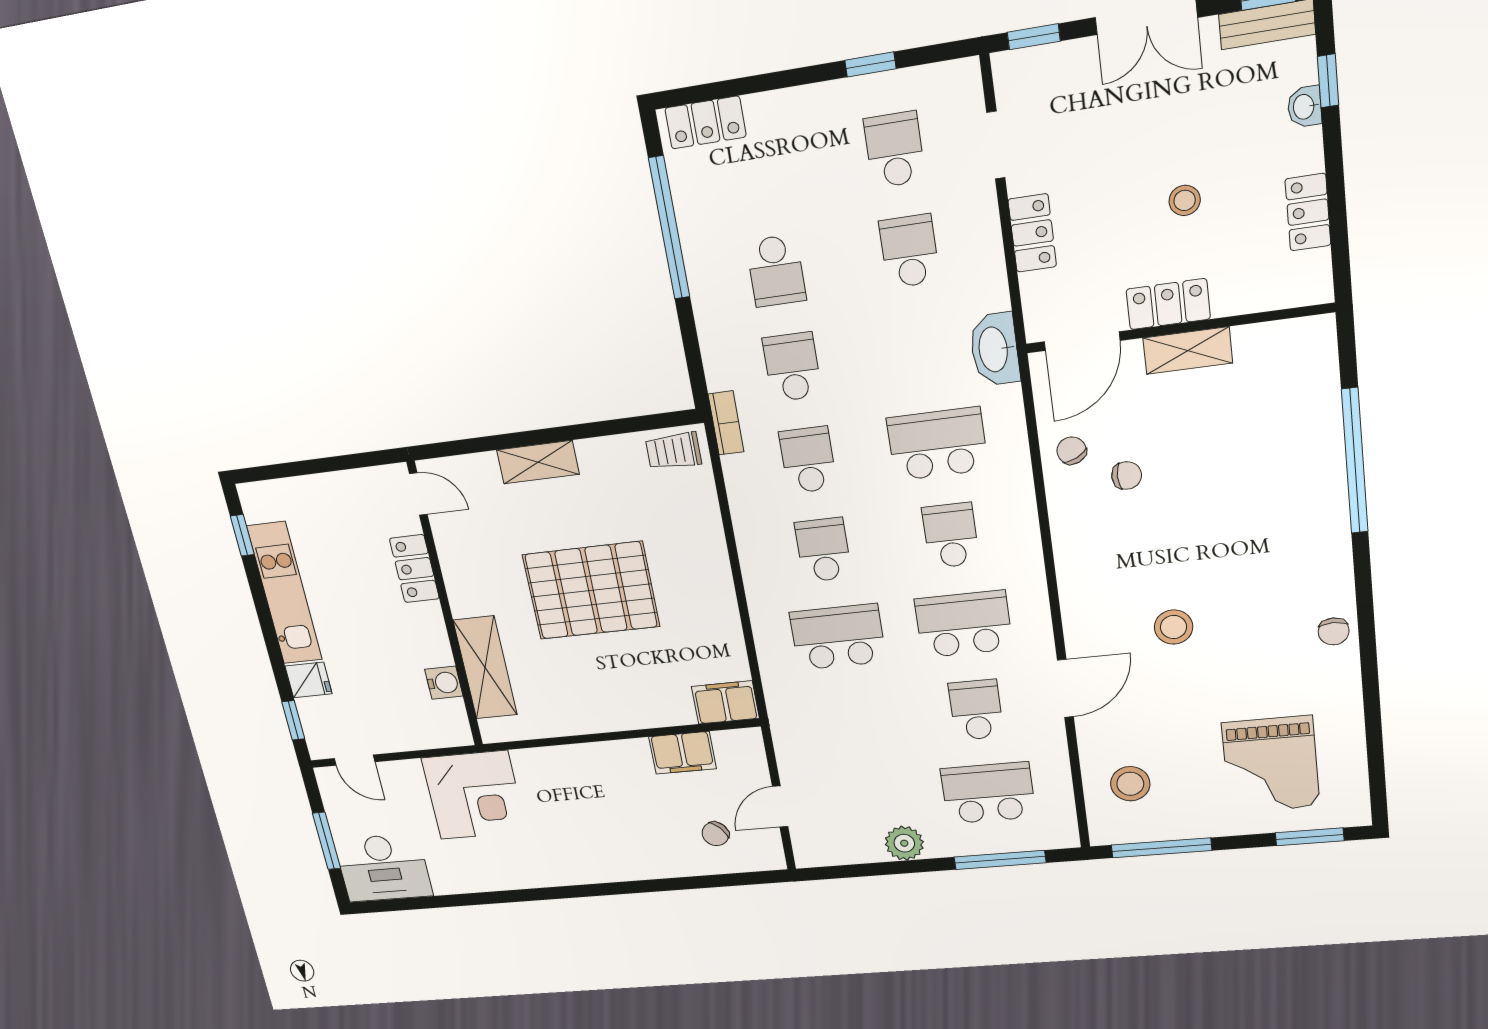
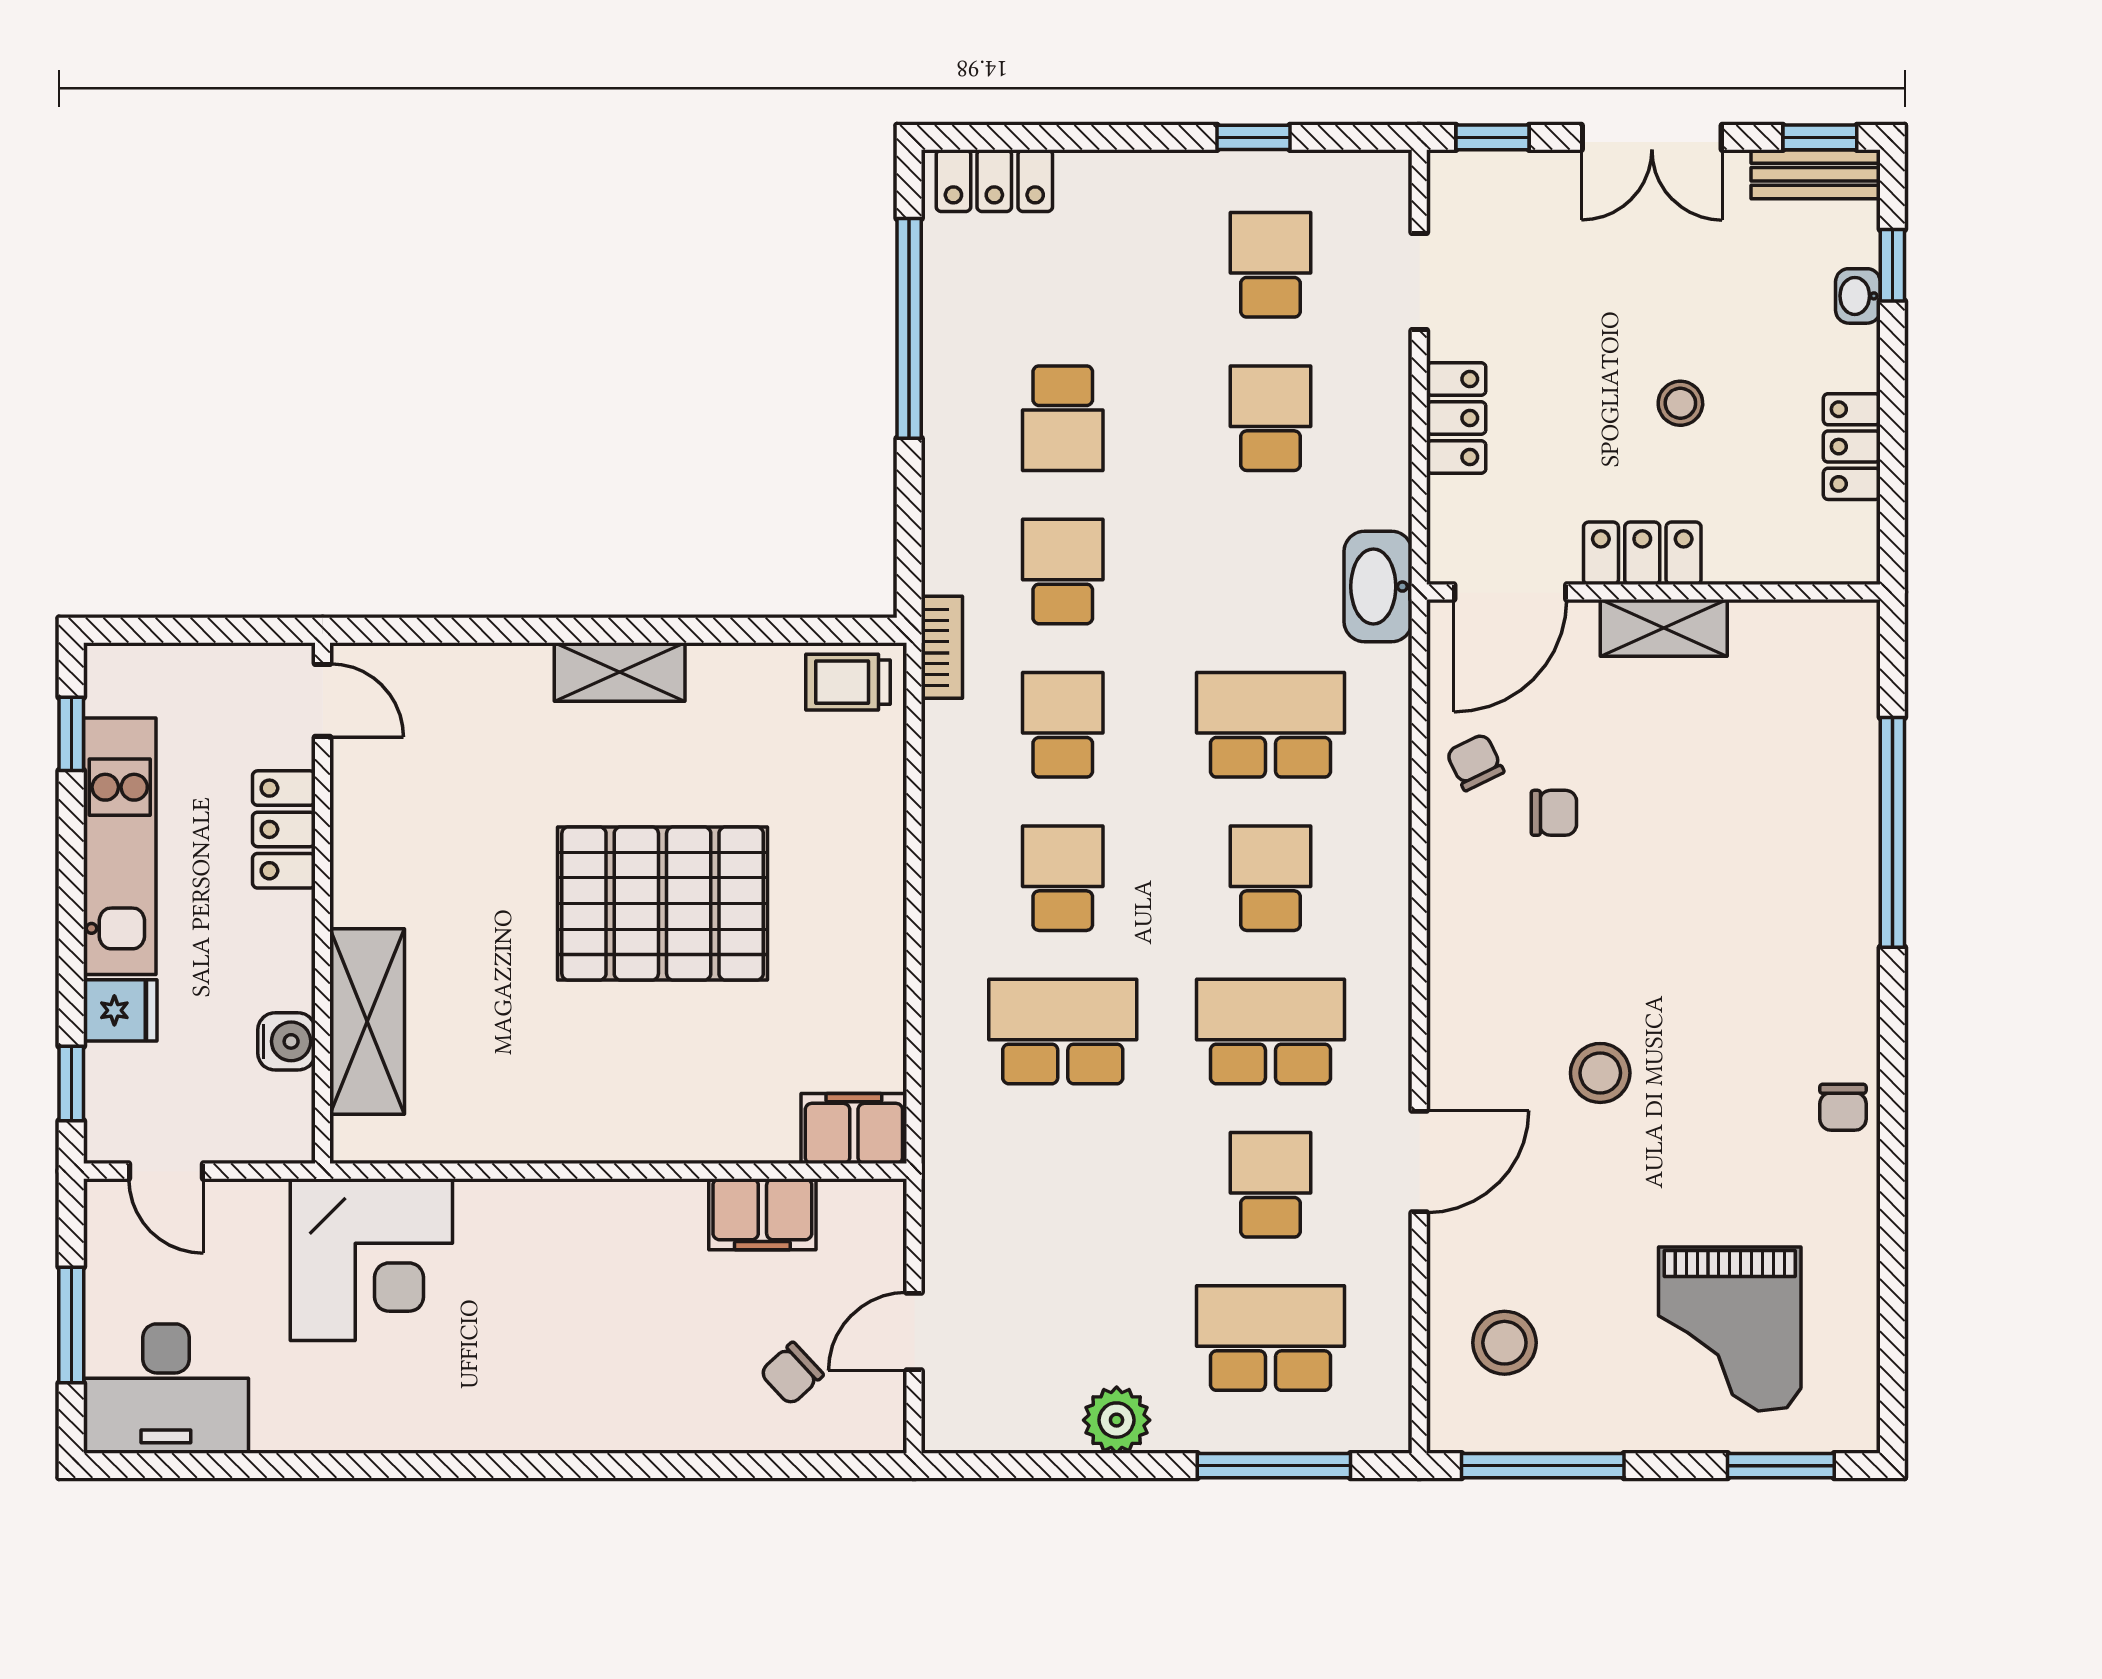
door: (418, 494) -> (323, 700), moved
locker: (414, 569) -> (284, 829), moved
wall: (446, 607) -> (323, 903), moved
shelving: (485, 668) -> (367, 1021), moved
water cooler: (444, 683) -> (287, 1041), moved

